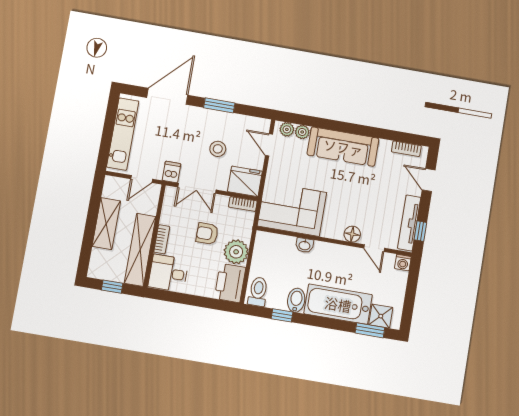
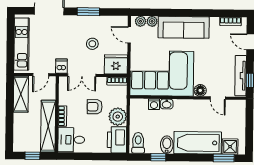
corner sofa: (292, 209) -> (162, 73), width x1.36, depth x1.36
shelving: (106, 224) -> (21, 94), moved
washing machine: (403, 263) -> (154, 104), moved

